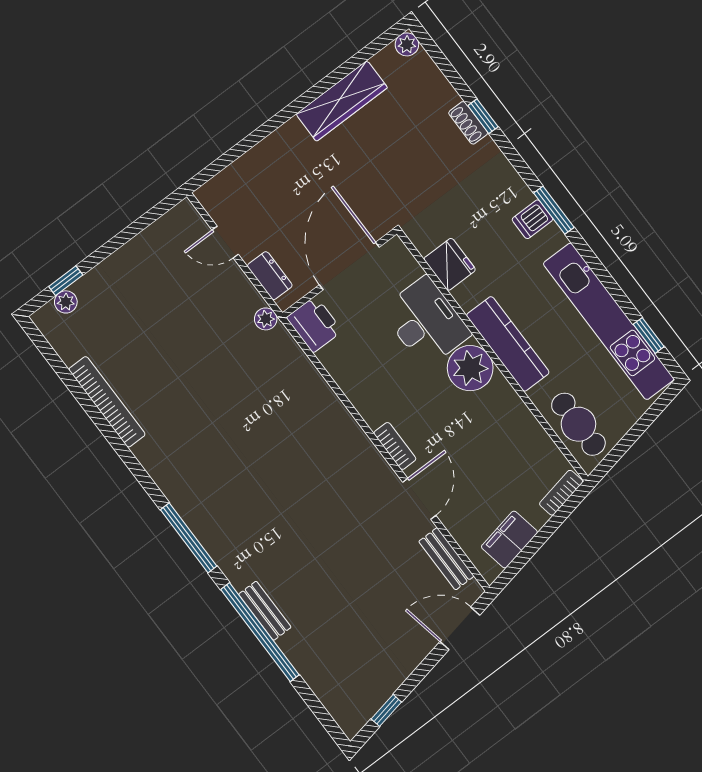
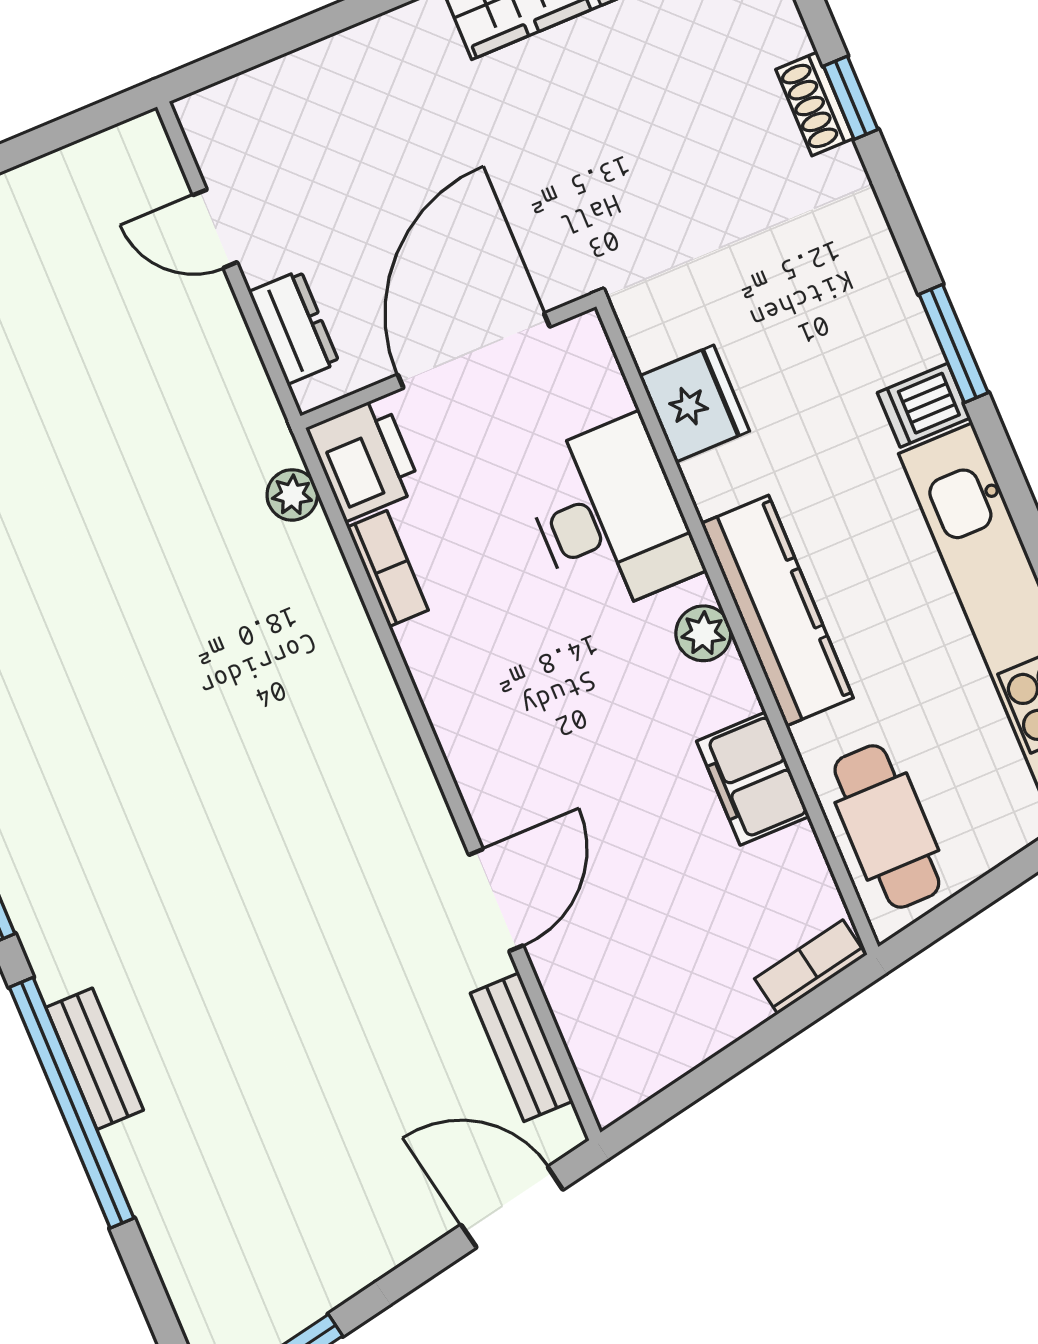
dishwasher: (532, 219) -> (924, 405), moved
plant: (266, 319) -> (292, 495), moved
plant: (470, 368) -> (703, 633), width x0.53, depth x0.53
bookcase: (395, 446) -> (388, 569), moved
filing cabinet: (509, 540) -> (753, 779), moved, turned -79

